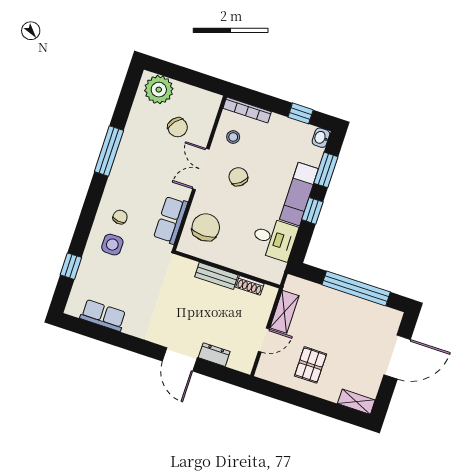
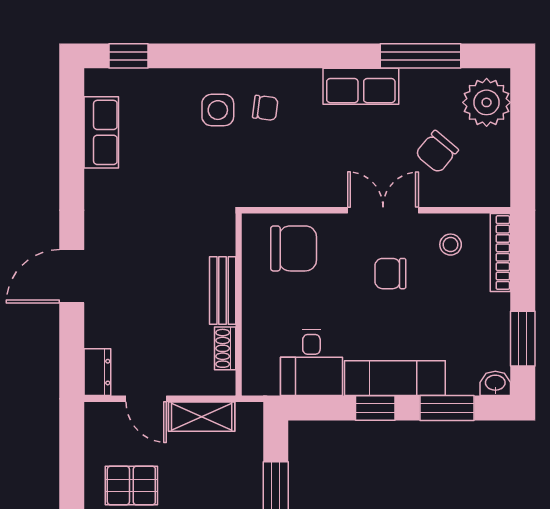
window: (301, 113) -> (523, 339), width x1.50
window: (109, 151) -> (420, 56), moved
chair: (238, 177) -> (390, 274), turned -140
row of seats: (171, 220) -> (361, 86), moved, turned 180
window: (71, 266) -> (129, 56), moved
dresser: (214, 355) -> (97, 372), moved

